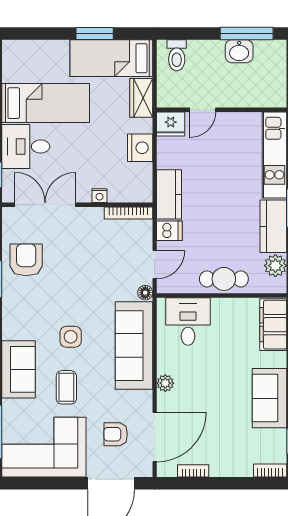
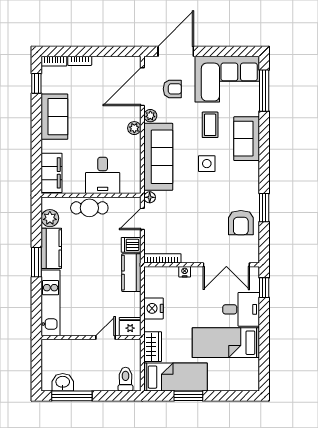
washbasin: (239, 51) -> (63, 382), moved
desk: (188, 321) -> (103, 175), moved
plant: (144, 399) -> (150, 116), added
bookcase: (193, 471) -> (80, 61), moved

